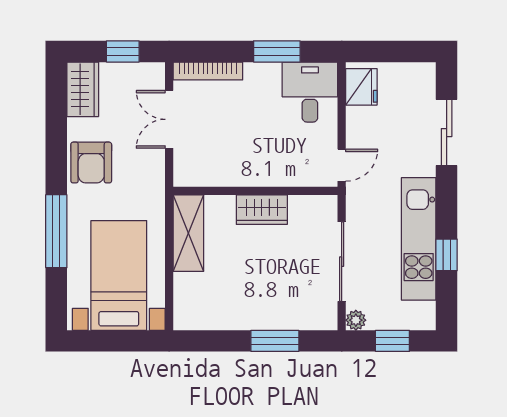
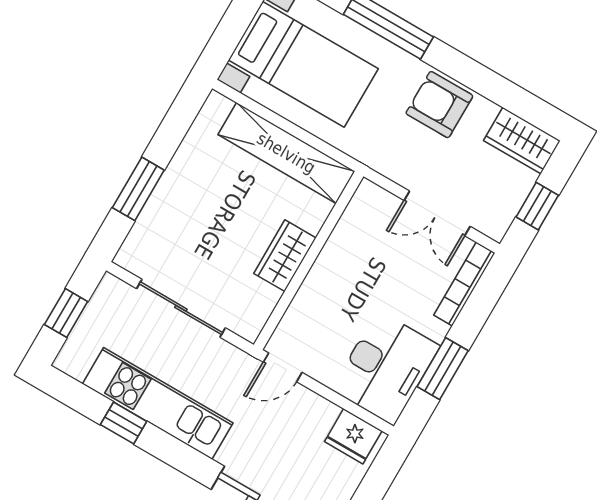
desk: (310, 92) -> (386, 368), width x1.37
double door: (169, 119) -> (437, 213), swing flipped
door: (342, 165) -> (283, 367), hinge flipped
shelving: (188, 233) -> (286, 153), width x1.47
plant: (356, 320) -> (110, 287), removed

